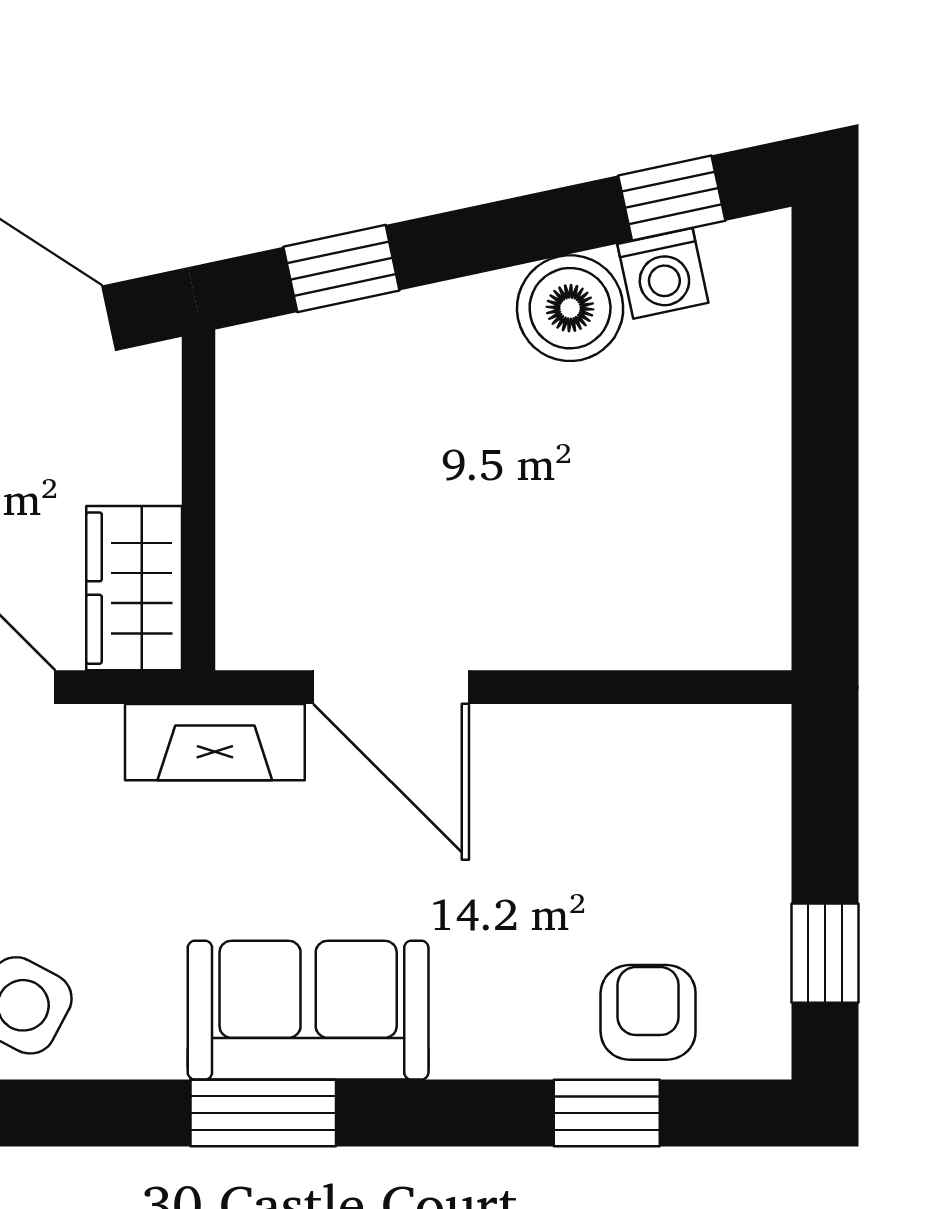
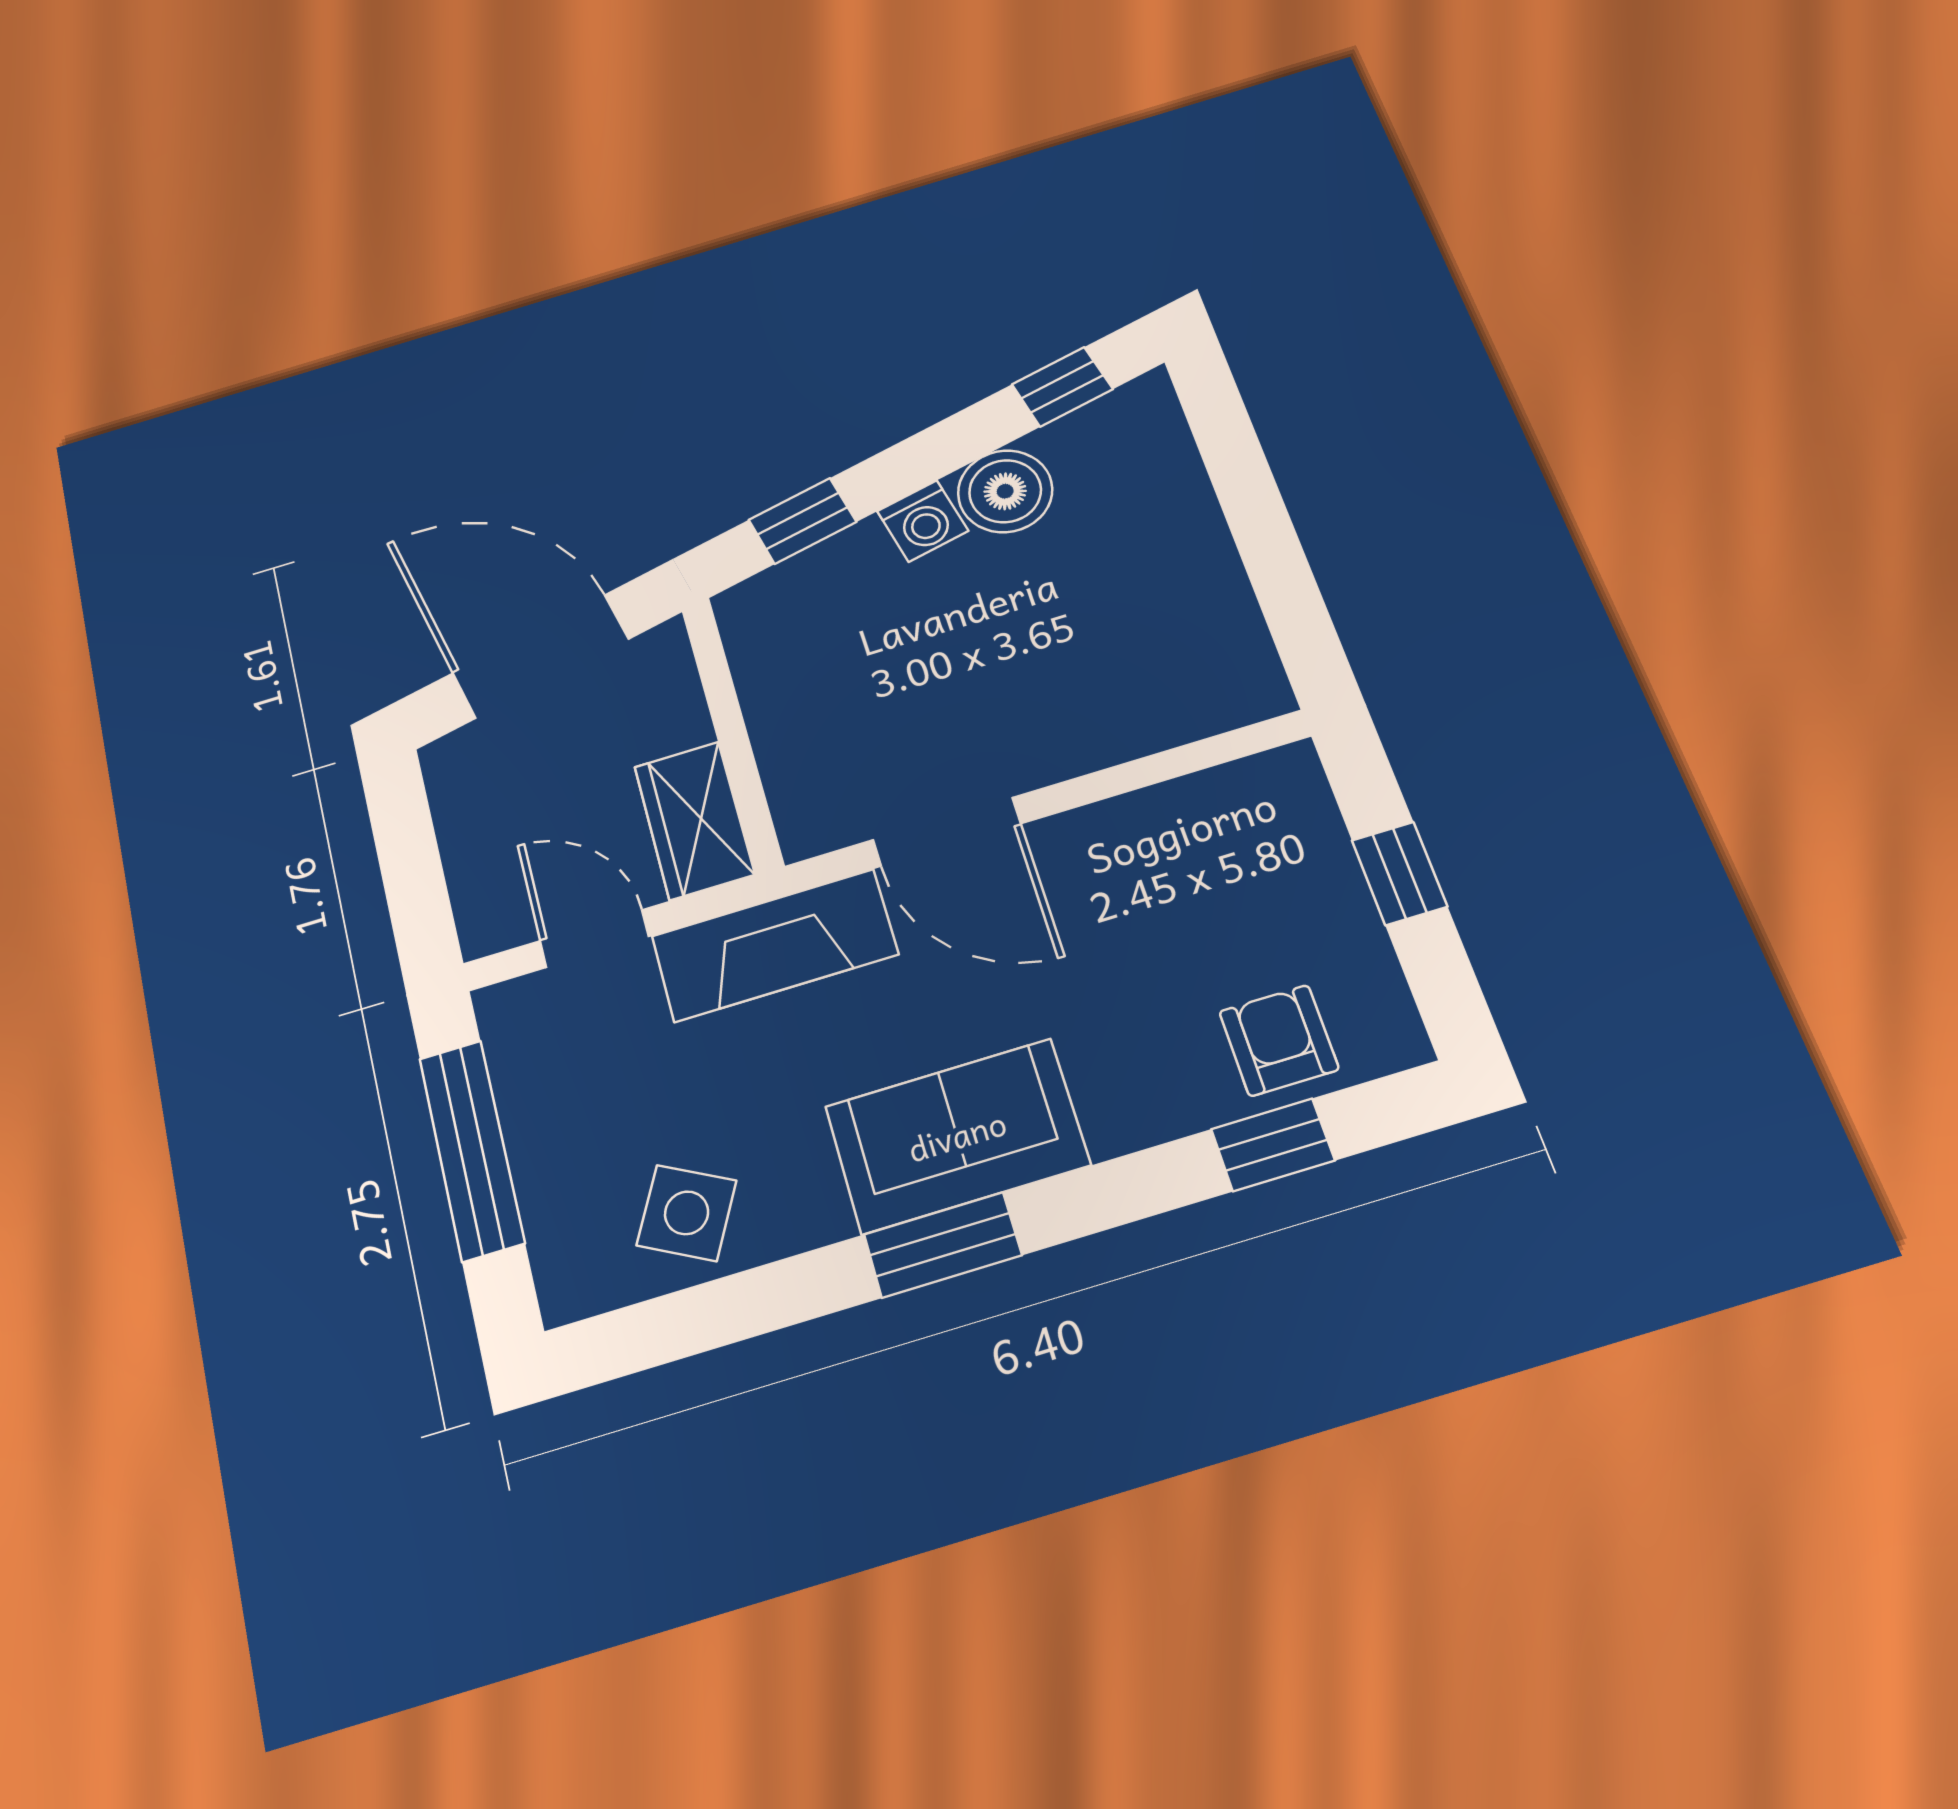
washing machine: (663, 273) -> (923, 521), moved
fireplace: (215, 742) -> (775, 945), width x1.37, depth x1.32
window: (825, 953) -> (1399, 873), moved

